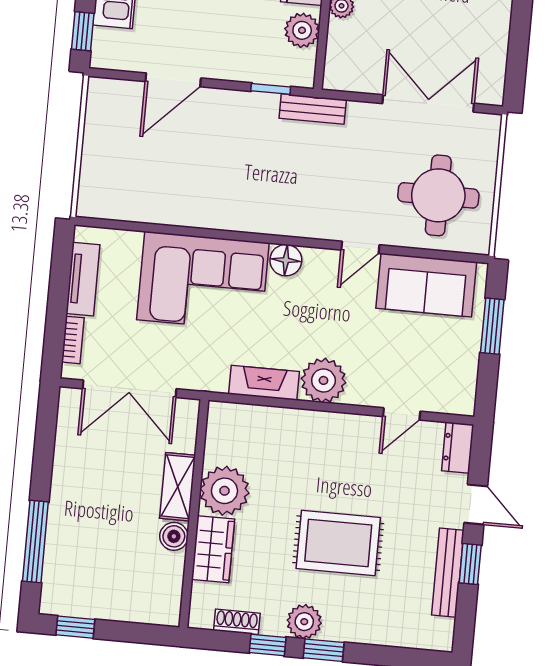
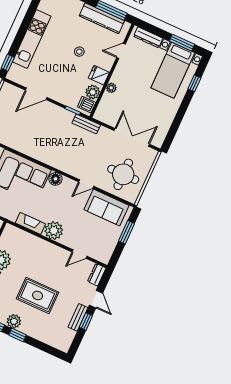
dishwasher: (298, 64) -> (87, 105), added
bench: (448, 573) -> (78, 317), width x0.73

